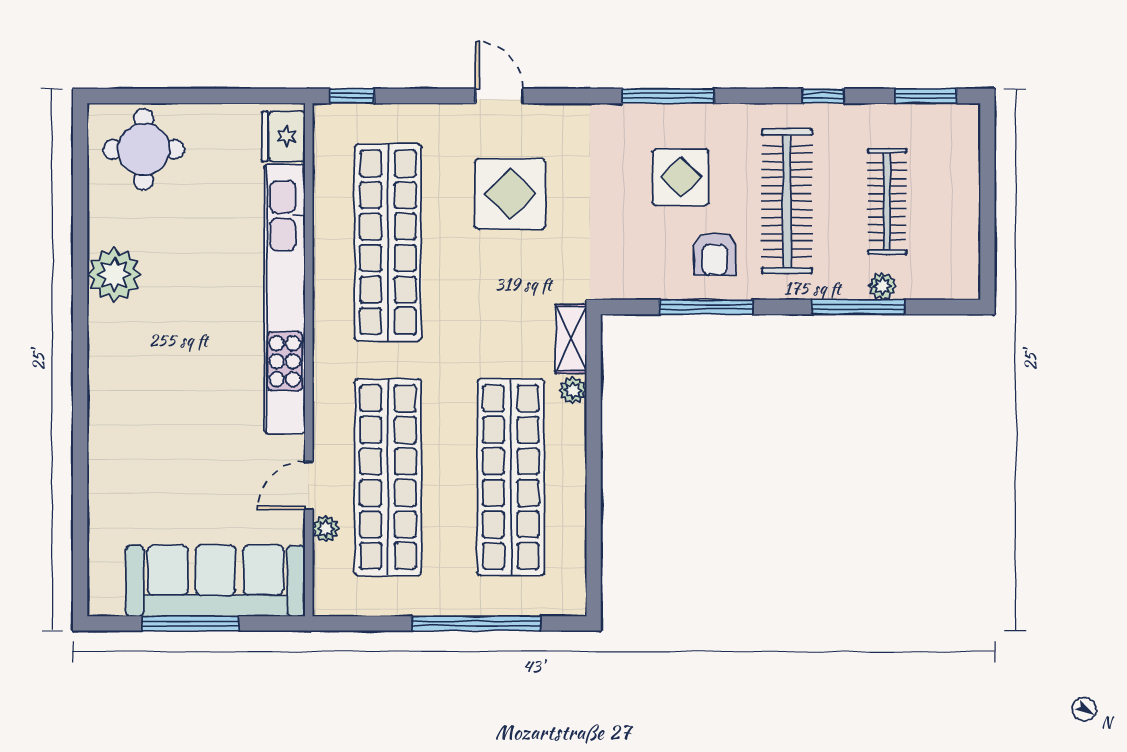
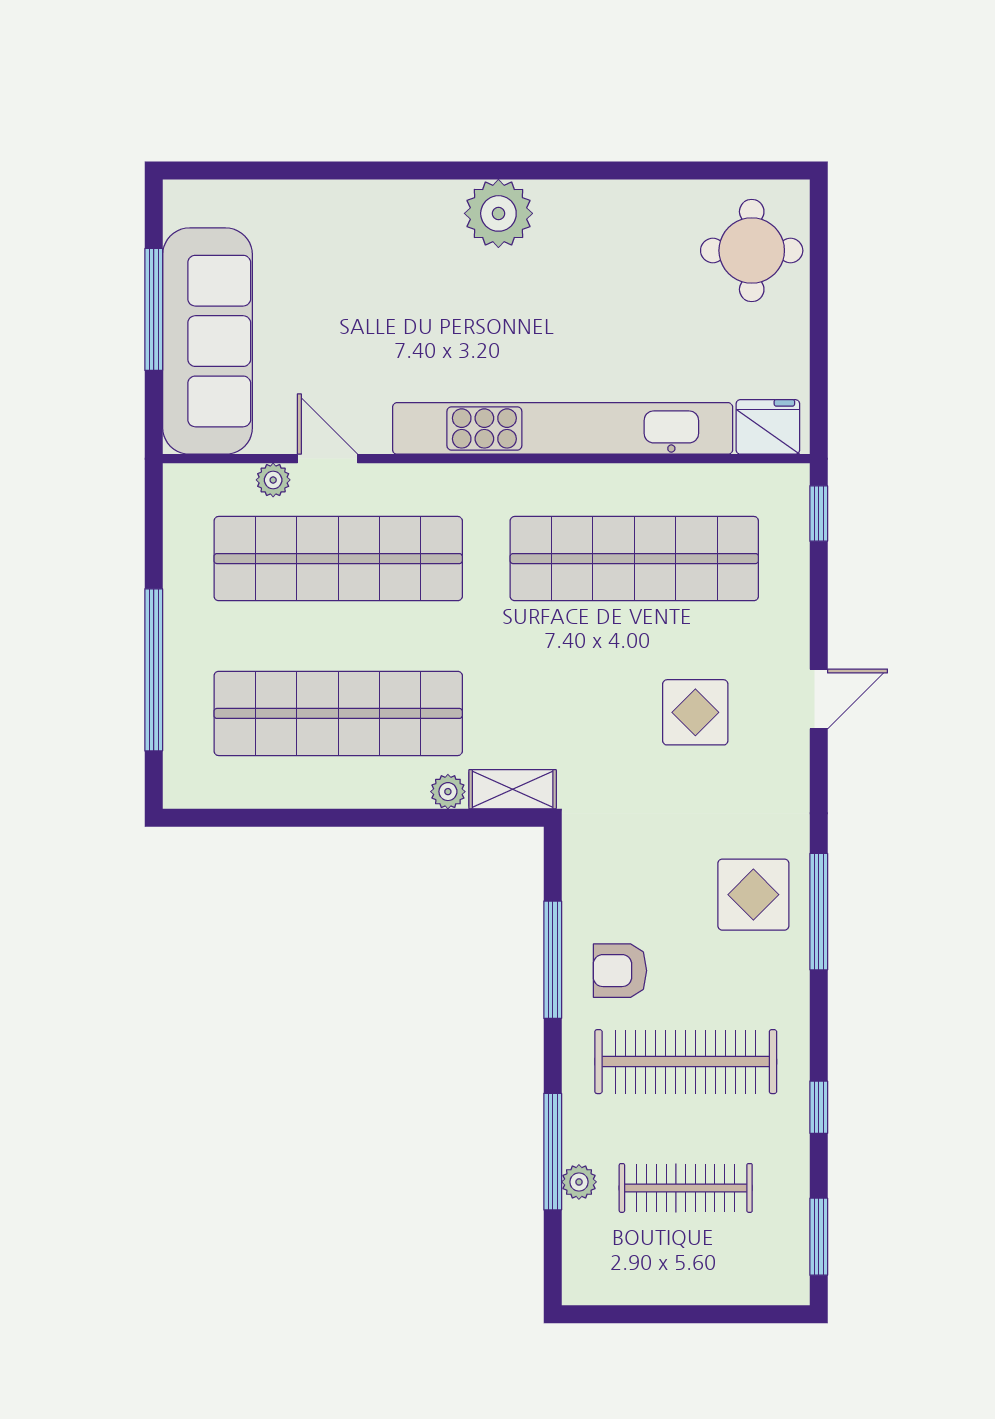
display table: (681, 177) -> (753, 895), moved
display table: (510, 194) -> (695, 712), width x0.73, depth x0.73
plant: (114, 275) -> (498, 213), moved

